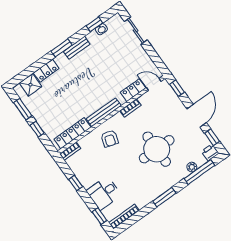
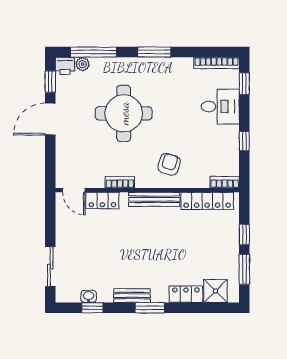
window: (177, 88) -> (50, 167), removed
plant: (192, 167) -> (83, 64), moved

